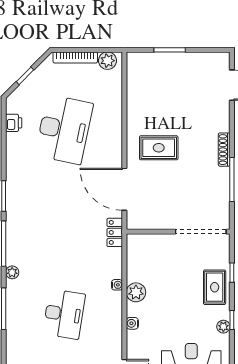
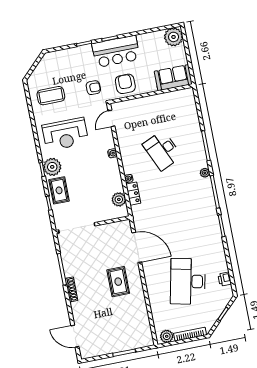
rug: (159, 148) -> (118, 282), turned 90
locker: (115, 232) -> (133, 194), moved
plant: (136, 292) -> (119, 199), moved
desk: (64, 314) -> (162, 150), turned -33
plant: (223, 327) -> (52, 167), width x1.87, depth x1.87

